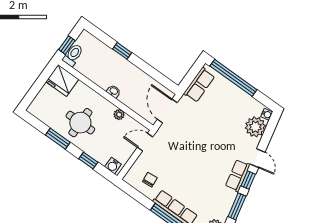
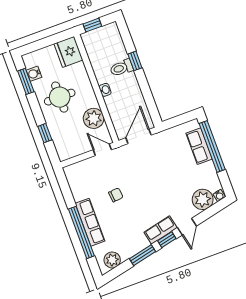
toilet: (73, 55) -> (122, 68), moved, turned 180
row of seats: (199, 85) -> (199, 146), moved, turned 90
plant: (119, 115) -> (94, 118), width x1.88, depth x1.88
window: (58, 139) -> (26, 81), moved
water cooler: (113, 166) -> (34, 74), moved
chair: (150, 180) -> (116, 195), moved

